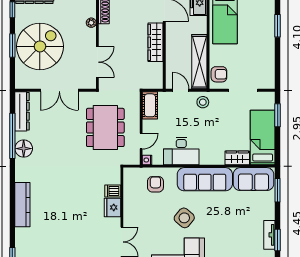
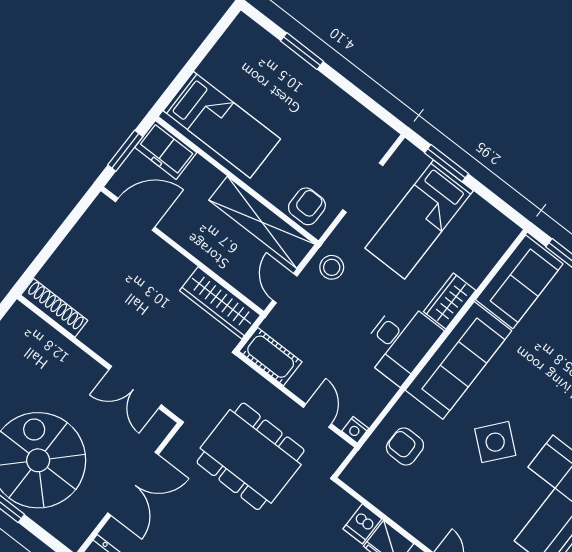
plant: (91, 23) -> (64, 348), removed
wardrobe: (156, 42) -> (220, 303), moved
double door: (97, 62) -> (135, 387), swing flipped
door: (181, 90) -> (285, 288), hinge flipped
bed: (263, 137) -> (419, 219), moved, turned -90
desk: (181, 151) -> (400, 342), moved
wardrobe: (237, 158) -> (450, 301), moved

